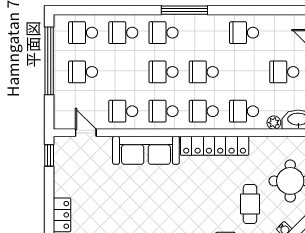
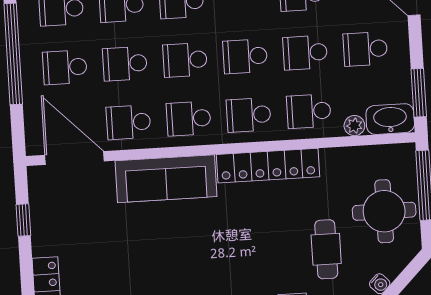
school desk: (123, 72) -> (125, 64), added
school desk: (244, 72) -> (305, 53), added
door: (86, 133) -> (74, 158), width x1.88
window: (49, 155) -> (23, 220), moved

